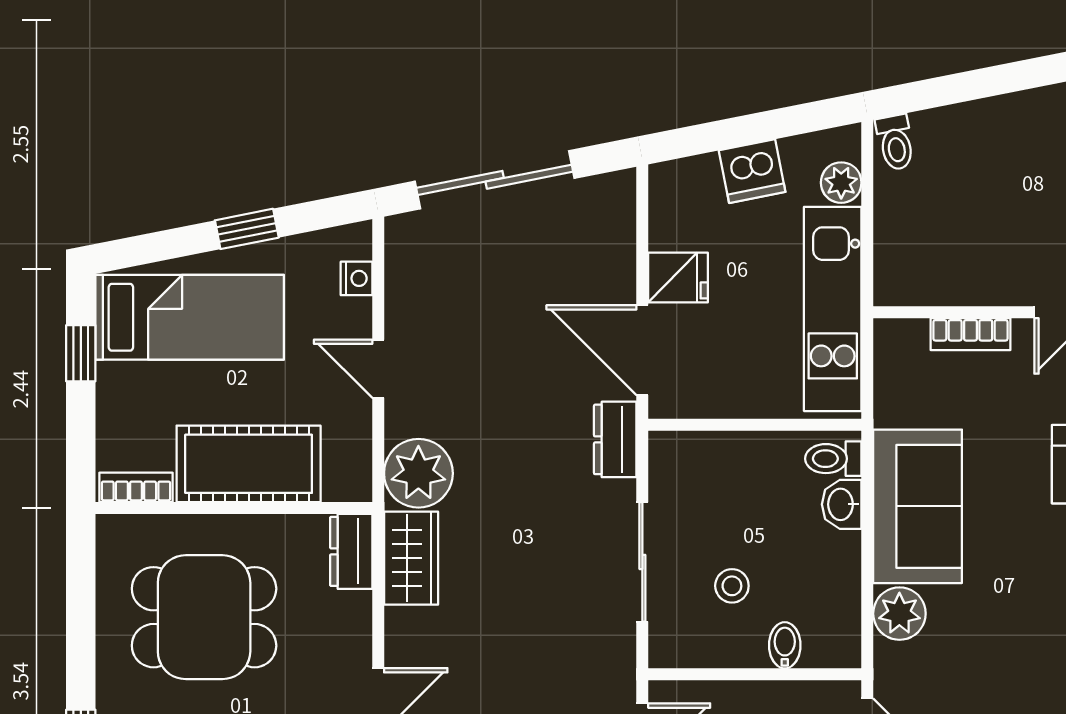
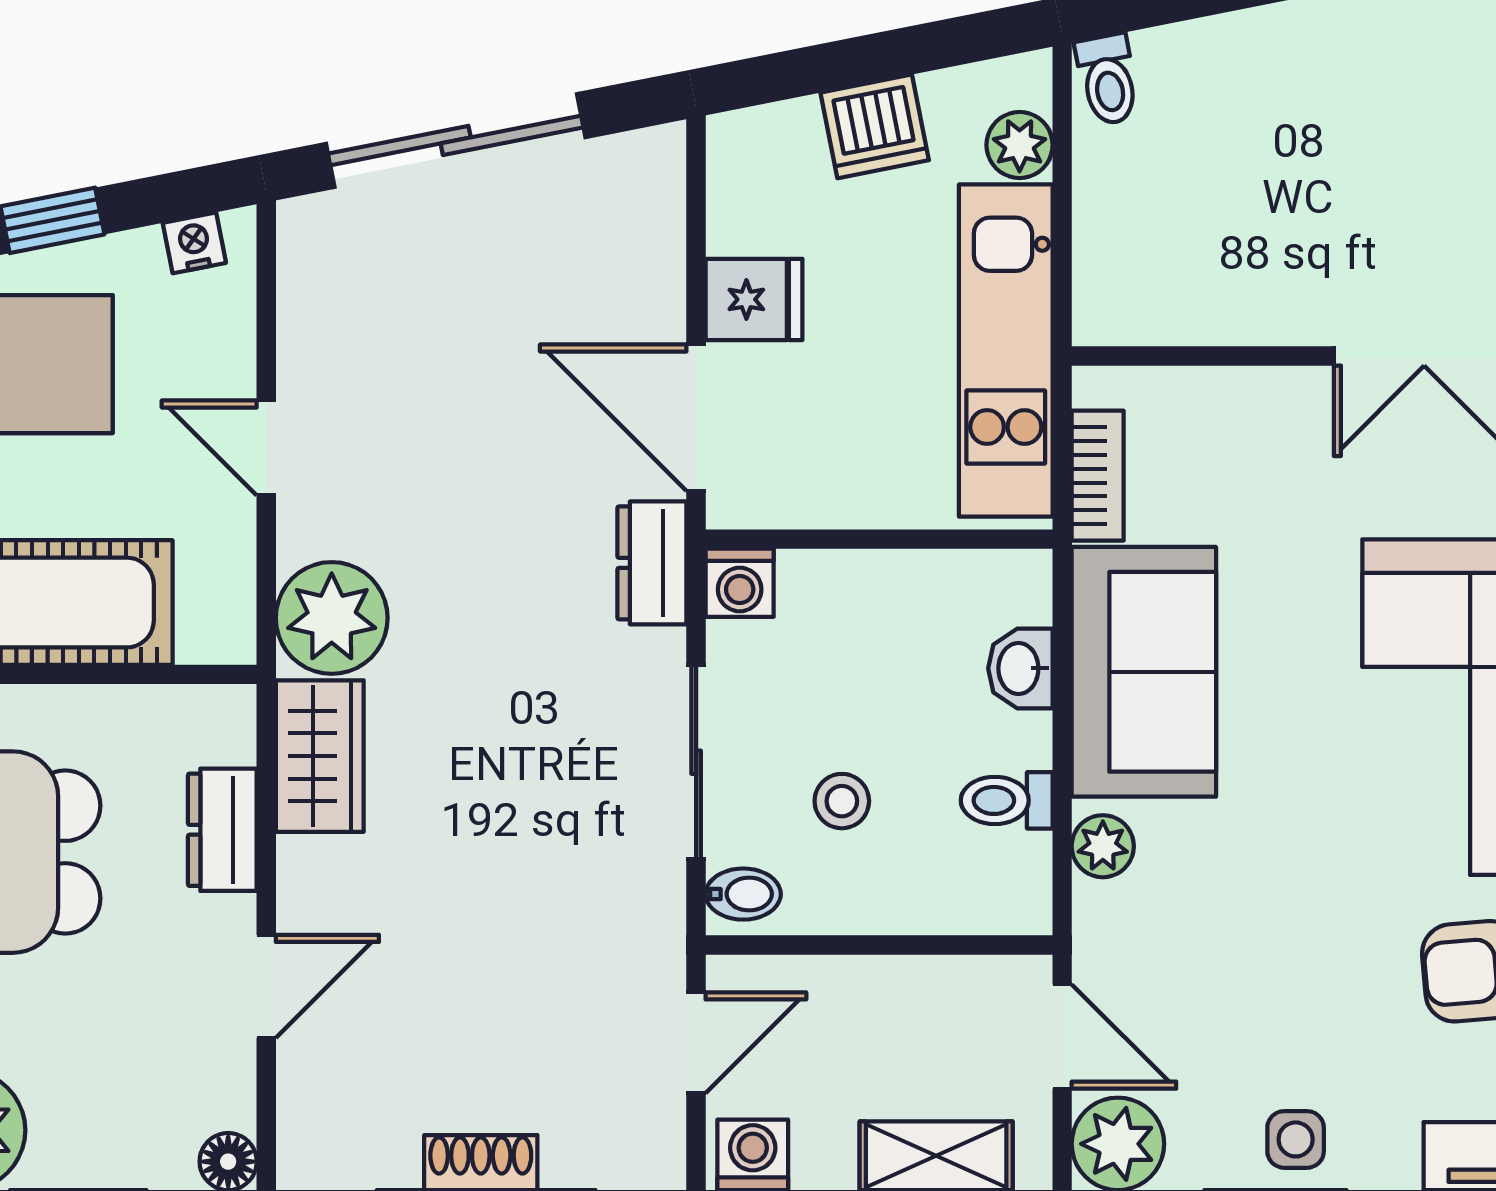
nightstand: (356, 278) -> (194, 243), moved, turned -101
bookcase: (970, 334) -> (1098, 476), moved, turned -90
washing machine: (669, 452) -> (740, 583), added
toilet: (833, 459) -> (1007, 800), moved
dresser: (351, 551) -> (222, 830), moved
plant: (899, 614) -> (1103, 846), width x0.73, depth x0.73
bidet: (785, 645) -> (743, 894), moved, turned 90

